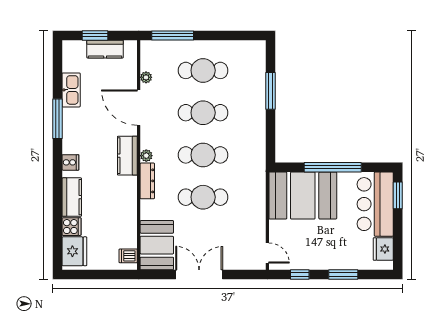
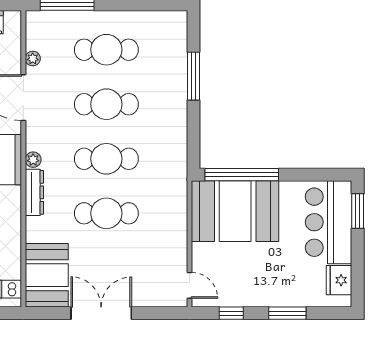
window: (333, 167) -> (242, 175), moved

